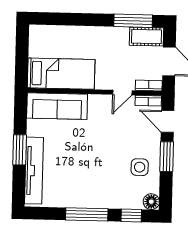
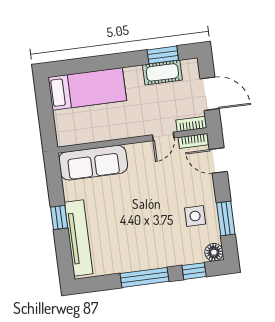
window: (133, 21) -> (163, 55), width x0.69
cot: (146, 37) -> (162, 72), moved
bed: (61, 74) -> (87, 89), moved
window: (20, 150) -> (59, 217), width x0.67
window: (167, 157) -> (226, 219), moved

